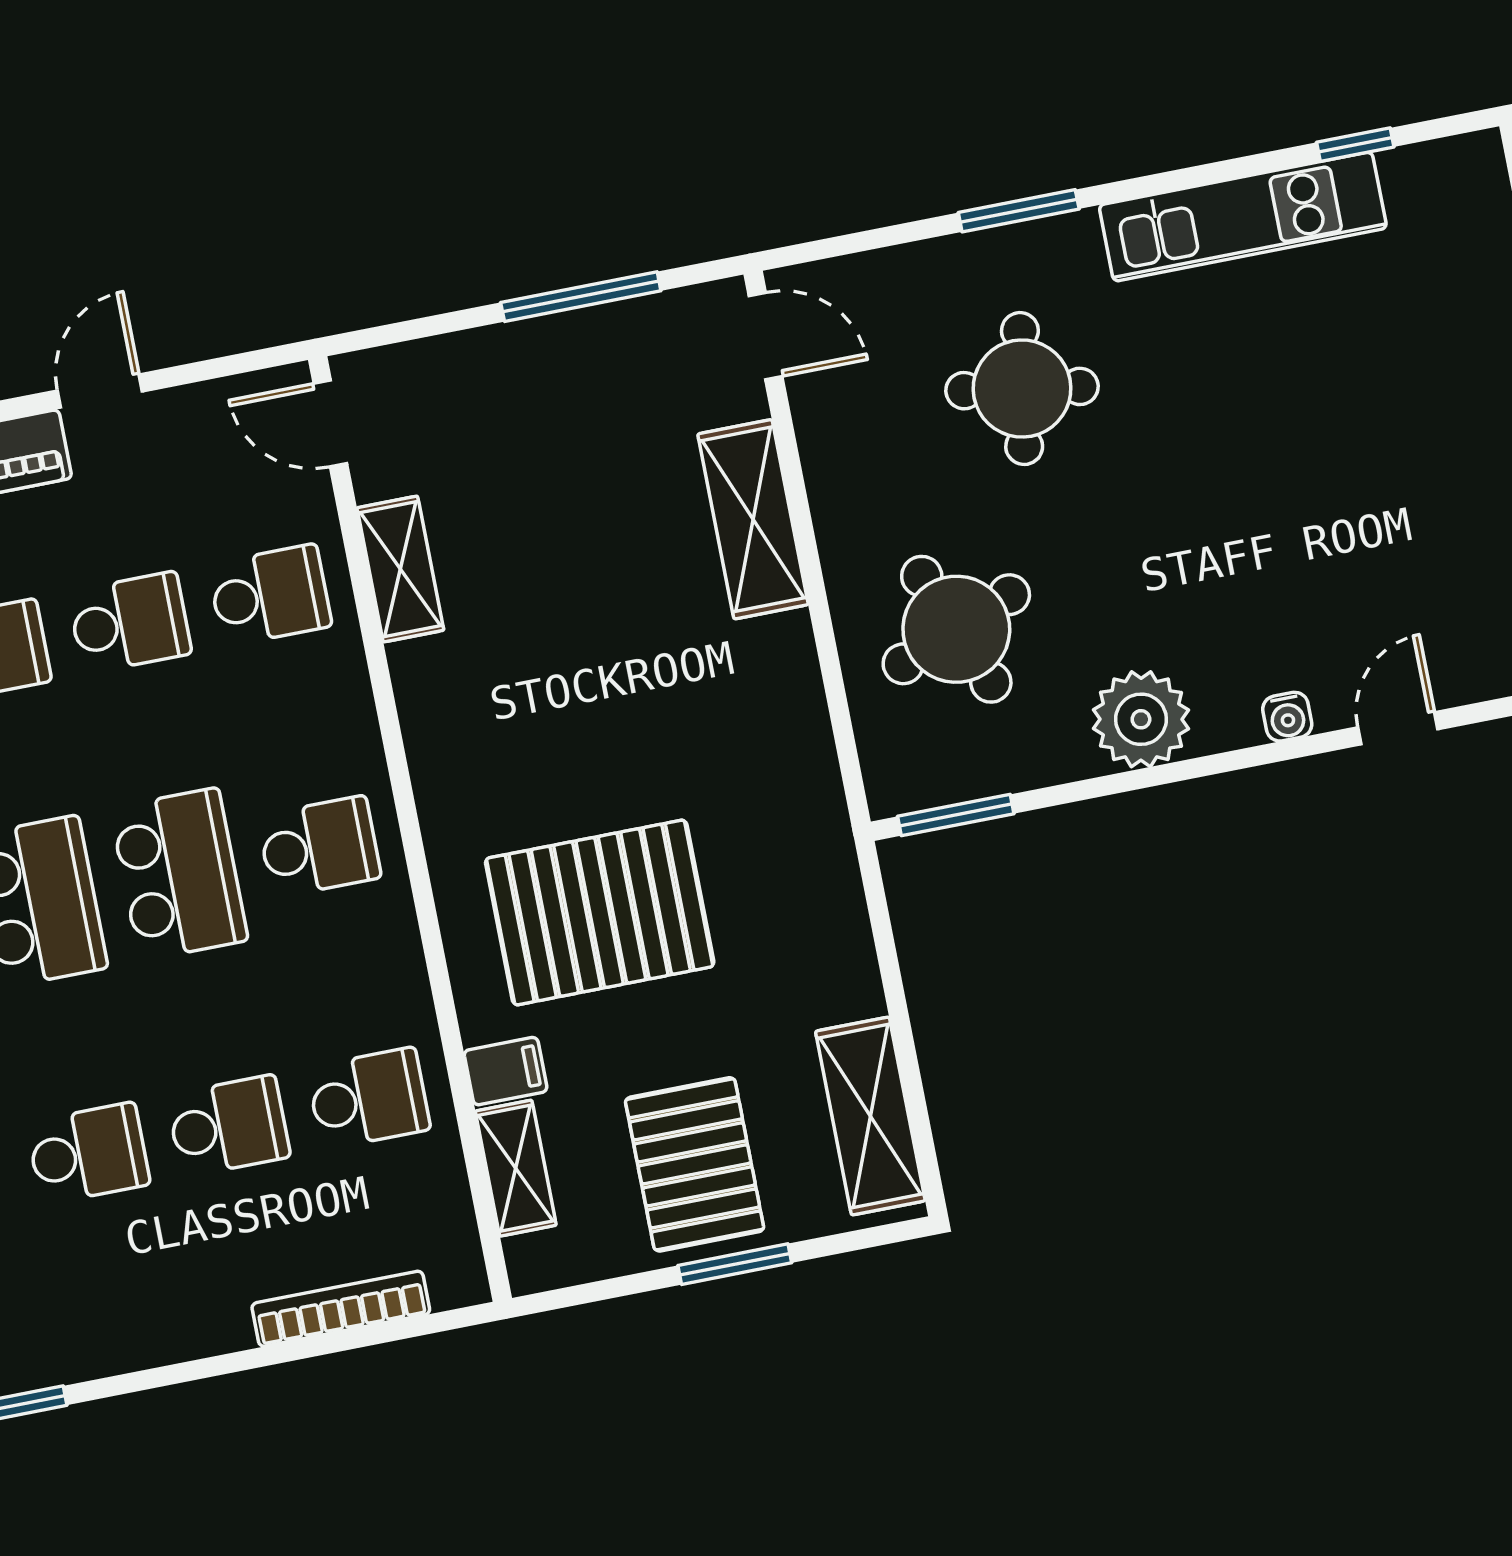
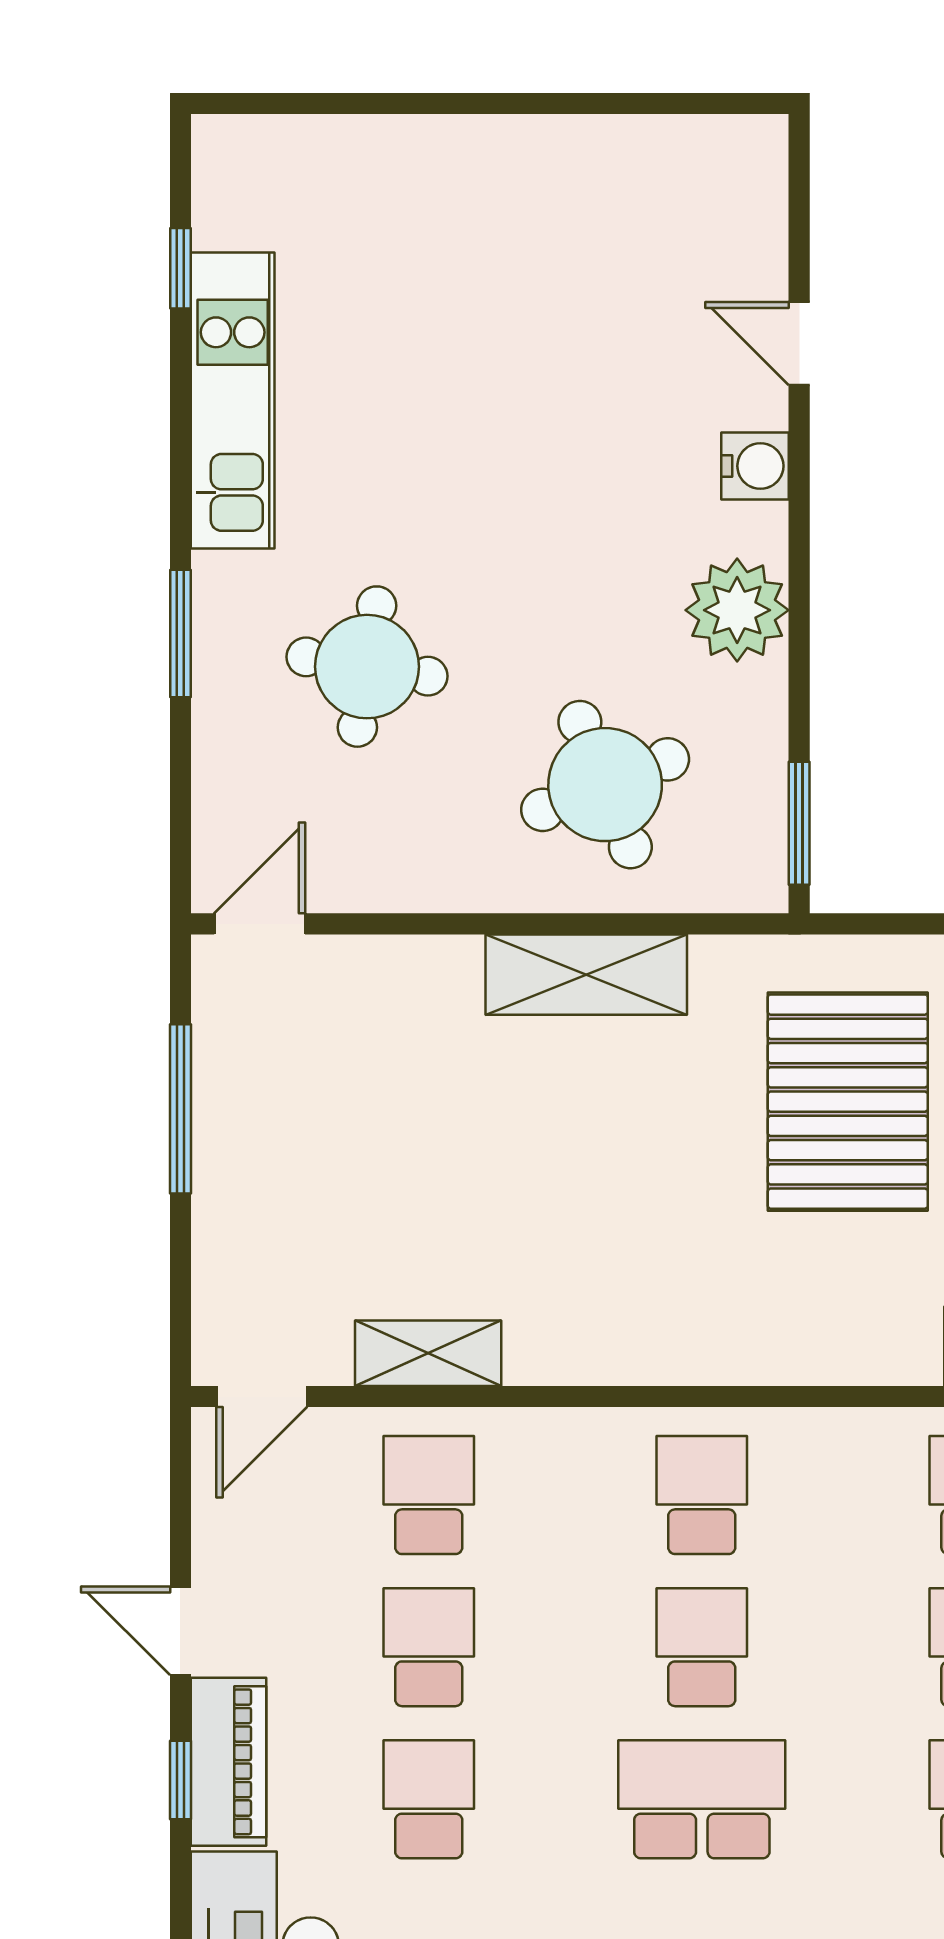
shelving: (753, 519) -> (586, 975), moved
water cooler: (1287, 717) -> (755, 466), width x1.38, depth x1.38
school desk: (179, 874) -> (702, 1647), width x0.54
pallet: (600, 912) -> (848, 1102), moved

